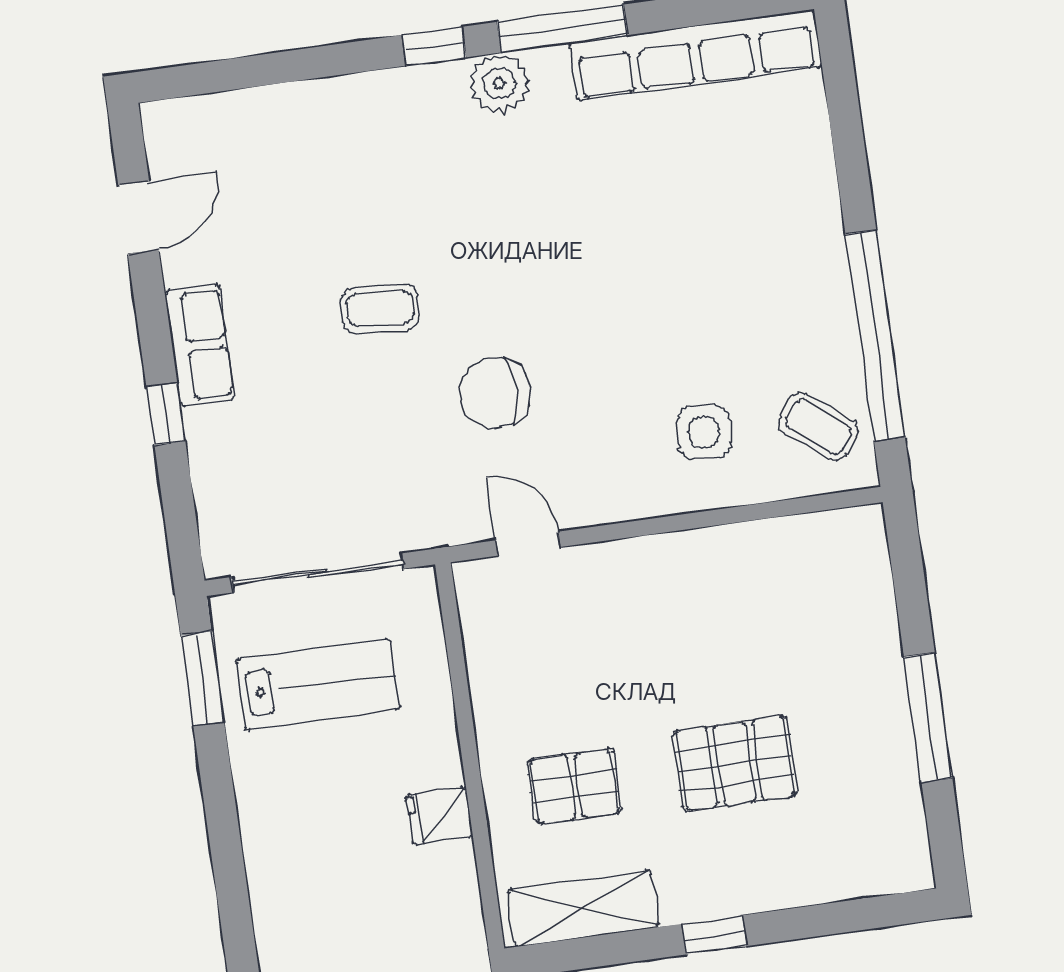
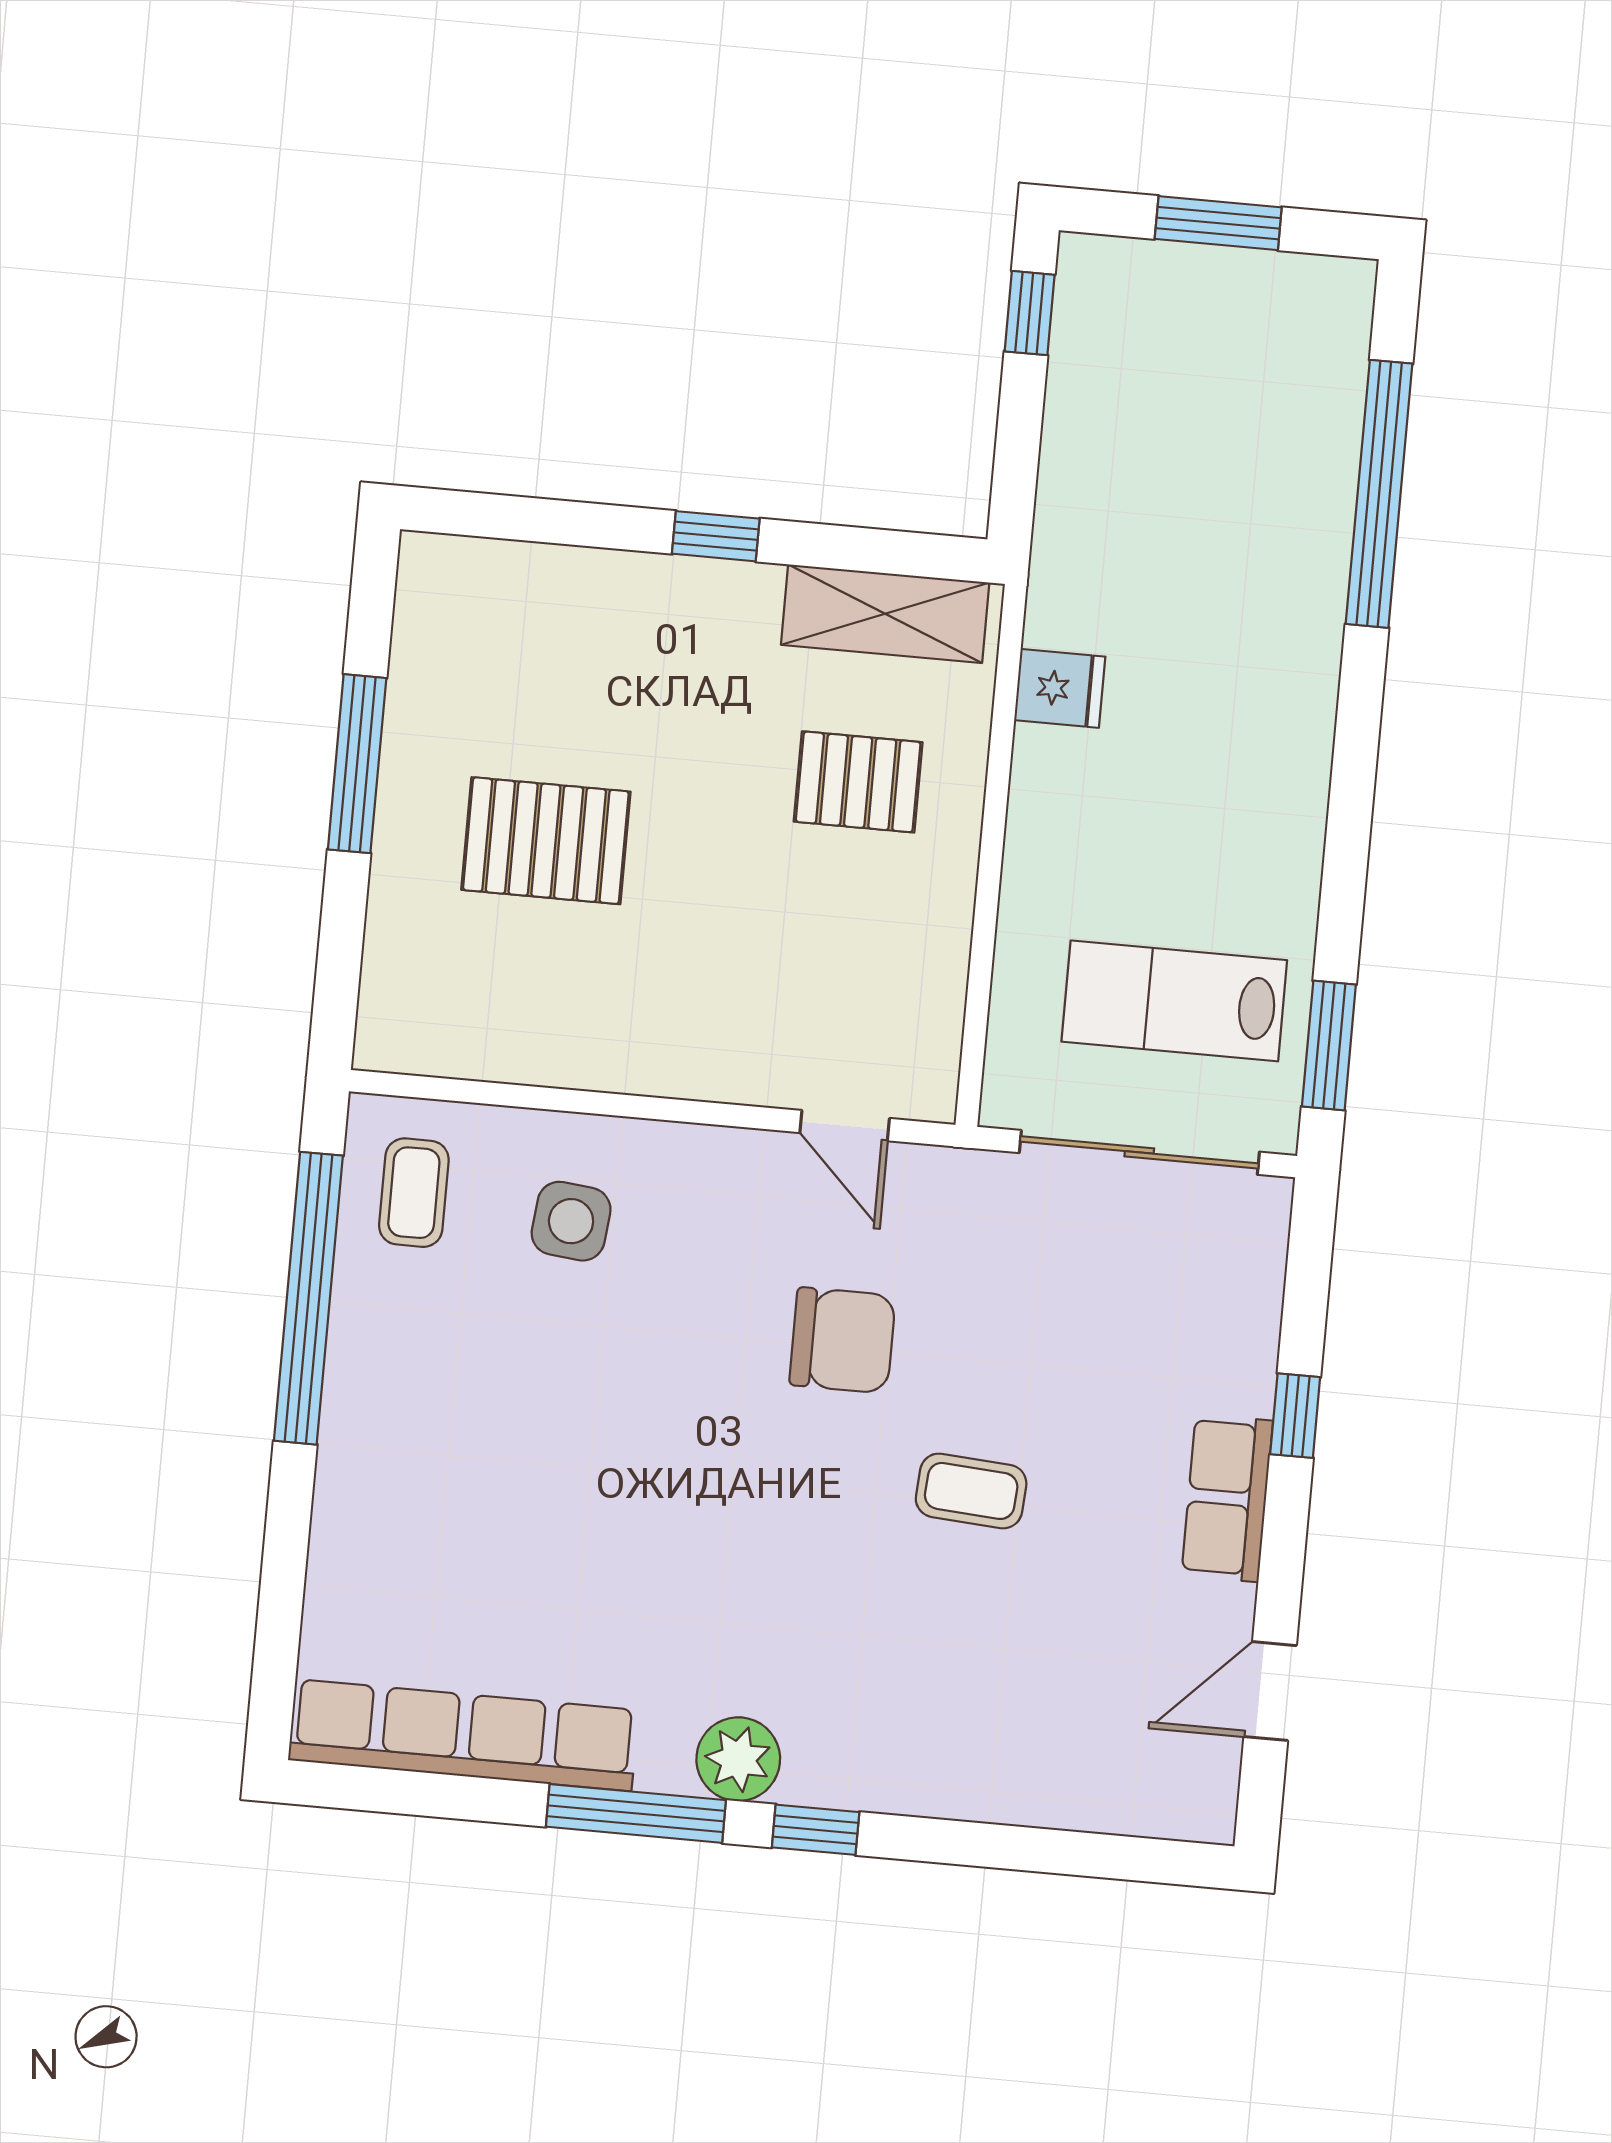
coffee table: (819, 427) -> (414, 1193), turned 52
pallet: (735, 764) -> (546, 841), moved
fridge: (439, 815) -> (1060, 688), moved

